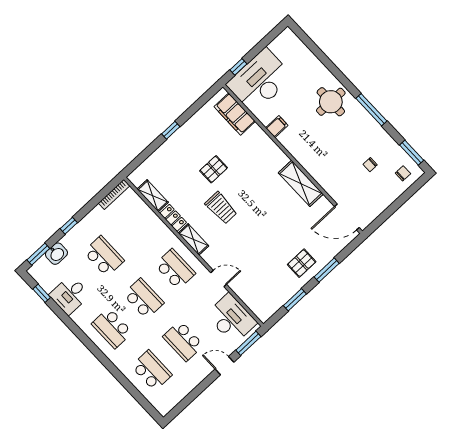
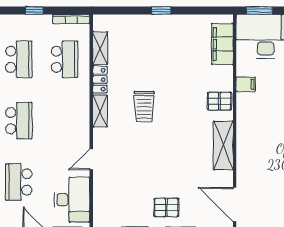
window: (238, 67) -> (259, 10), width x1.50
pallet: (214, 169) -> (219, 101), moved
window: (69, 226) -> (34, 10), moved
school desk: (175, 269) -> (64, 59), moved
door: (219, 279) -> (91, 159), swing flipped

